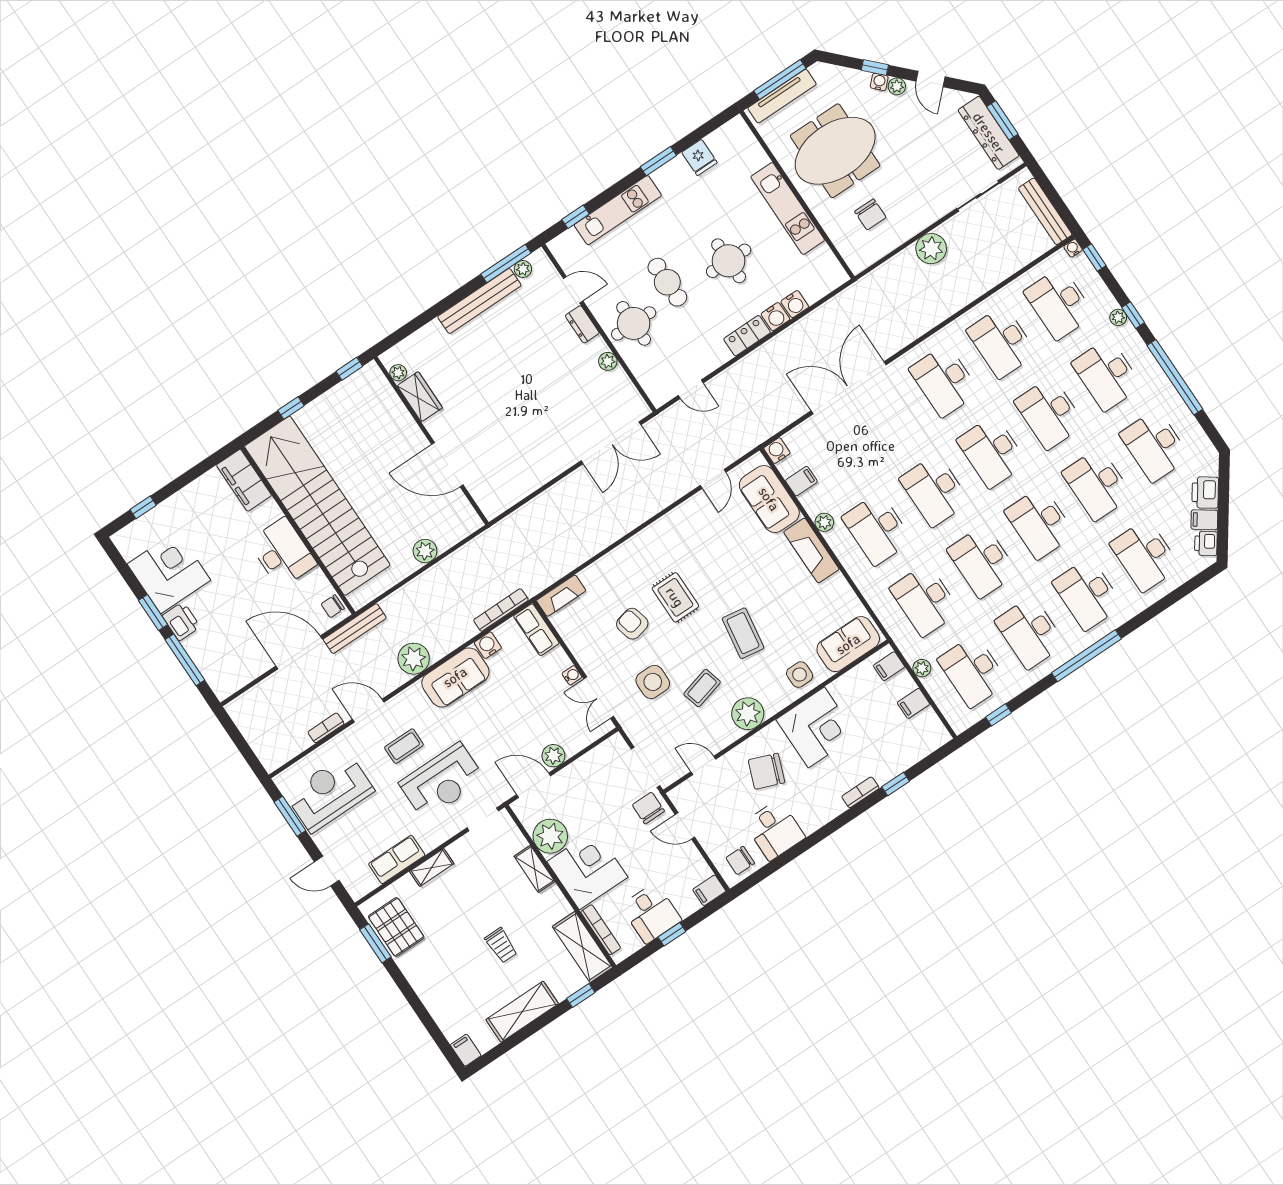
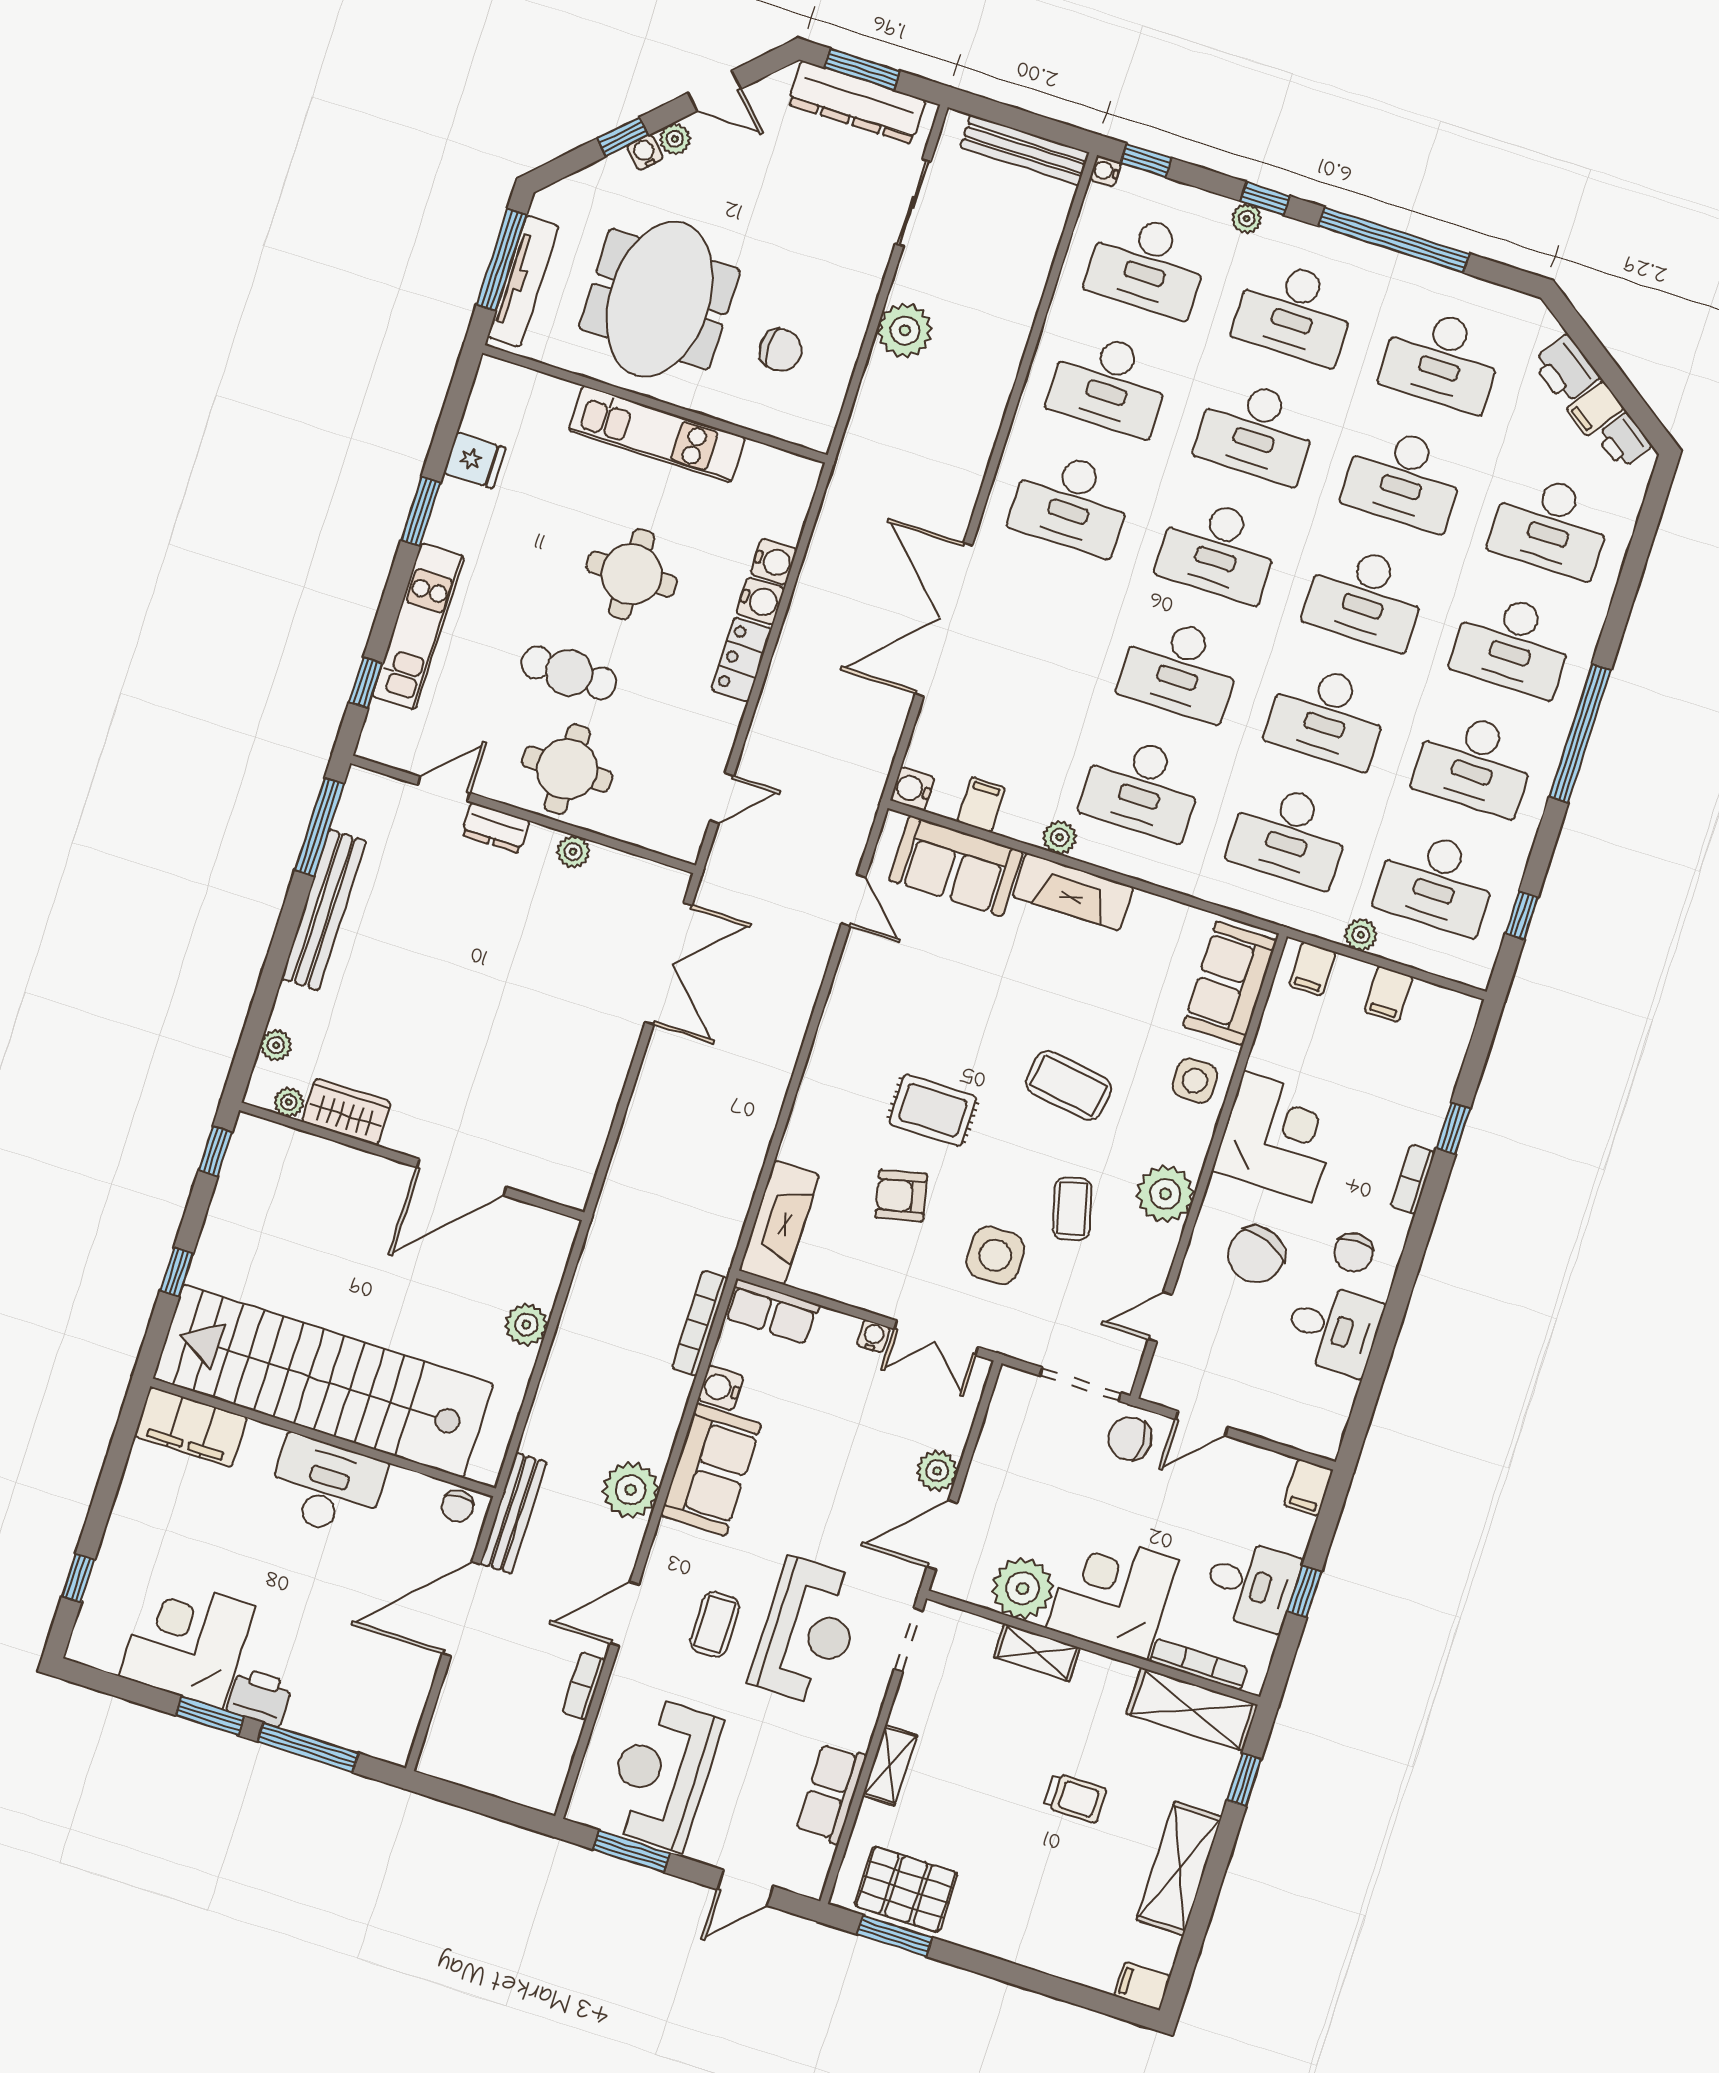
plant: (523, 269) -> (276, 1045), moved
fireplace: (561, 596) -> (779, 1222), width x1.37, depth x1.32
chair: (740, 861) -> (1353, 1252), moved

